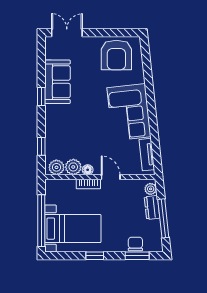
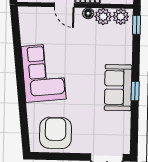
sofa: (58, 82) -> (118, 88), moved
window: (41, 146) -> (136, 25), moved
tv unit: (147, 155) -> (26, 28), removed

